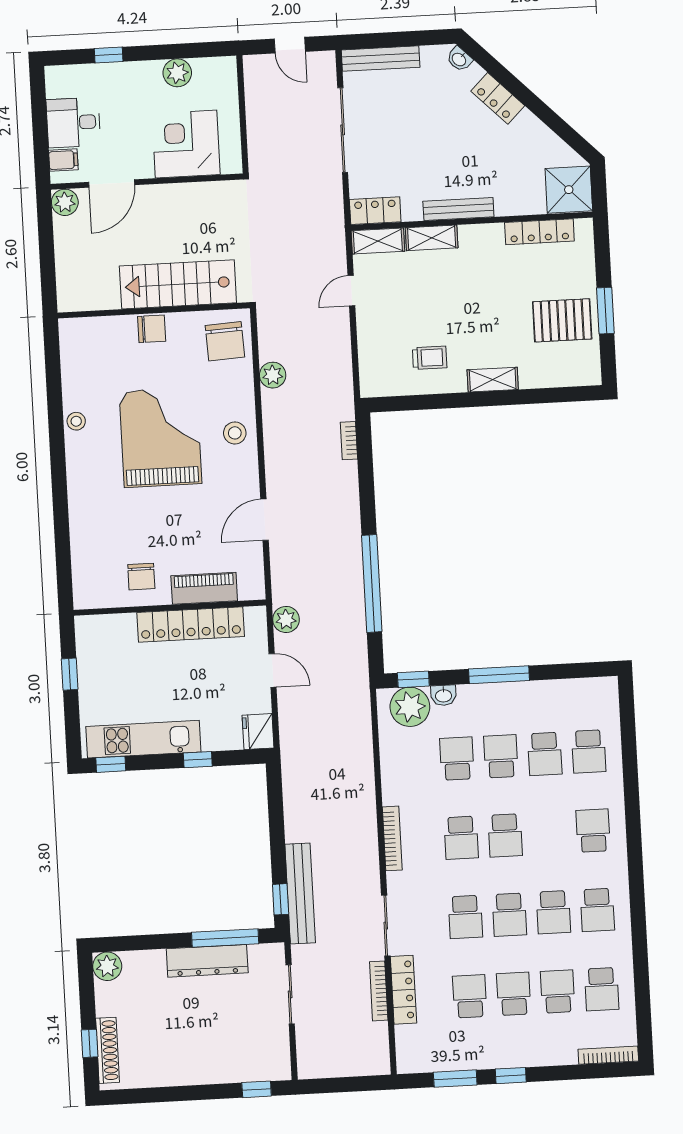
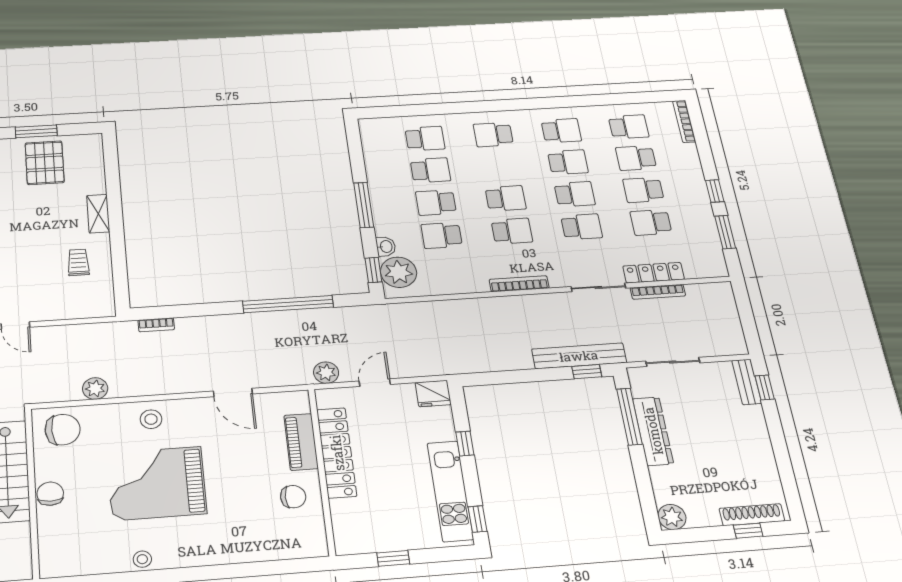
bench: (264, 1071) -> (747, 382), added

